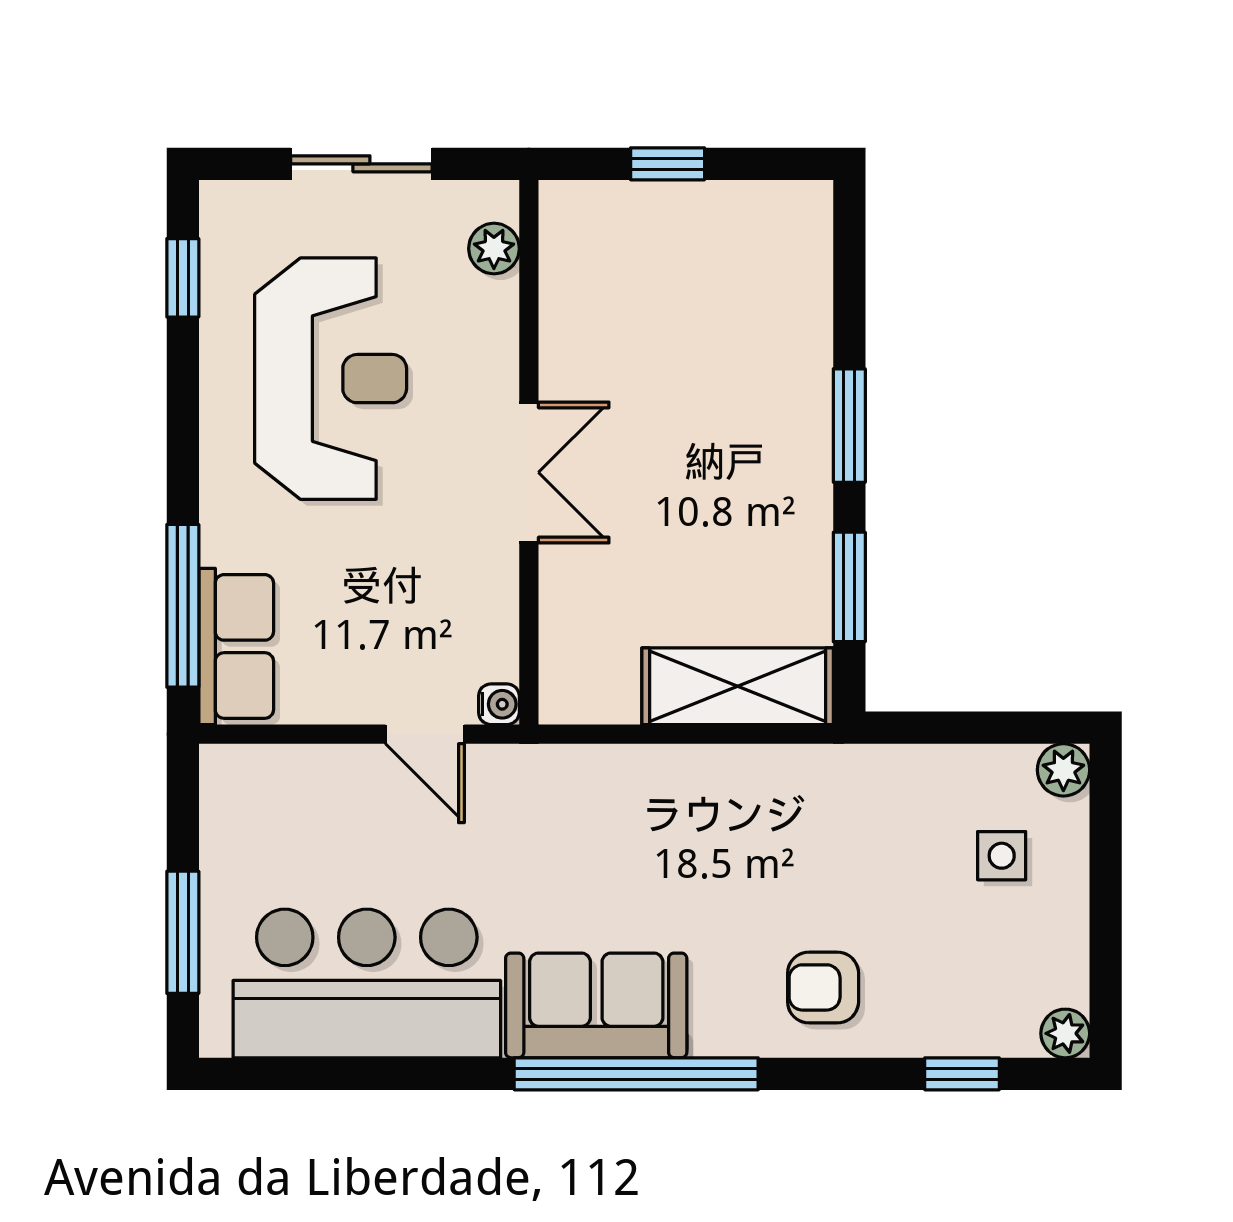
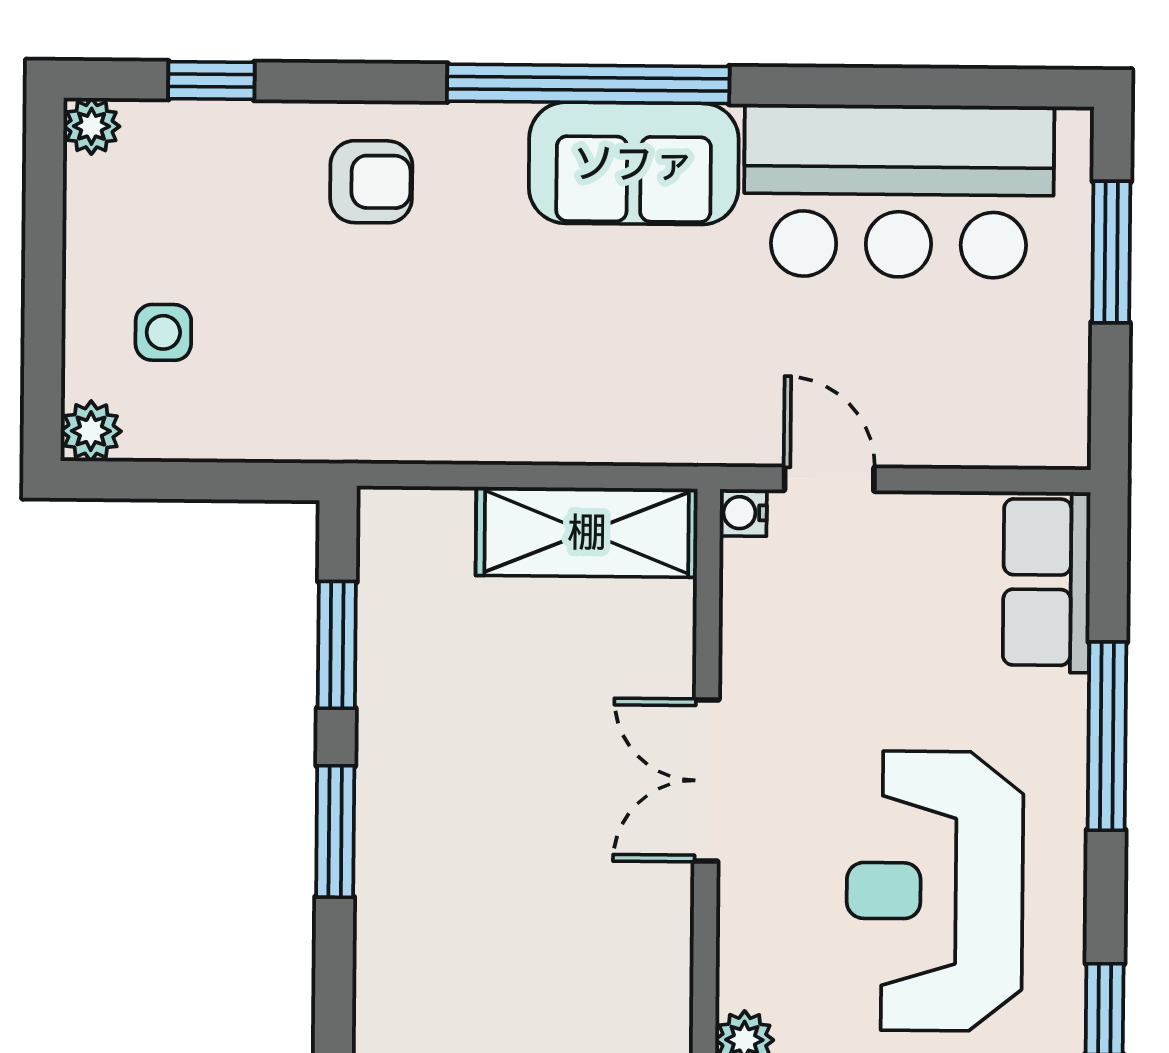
window: (183, 606) -> (1107, 736), moved
shelving: (738, 686) -> (587, 532), moved

